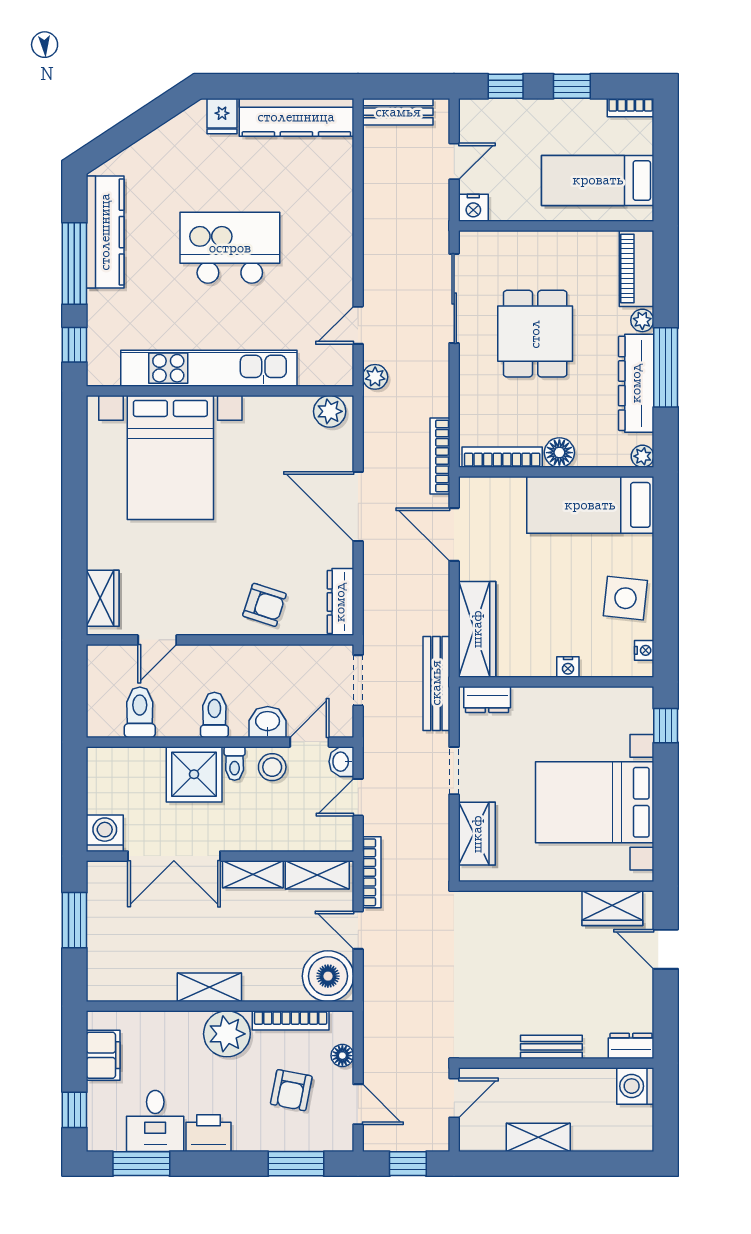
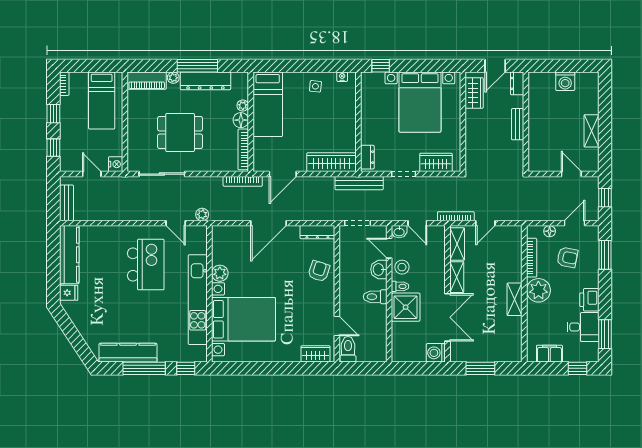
kitchen island: (230, 248) -> (146, 265), moved, turned 180
plant: (330, 411) -> (220, 273), moved
plant: (642, 456) -> (243, 106), moved
side table: (625, 598) -> (315, 86), width x0.54, depth x0.54
nightstand: (568, 667) -> (351, 116), removed
toilet: (140, 712) -> (348, 349), moved, turned 90
boiler: (328, 976) -> (509, 239), removed
dresser: (631, 1046) -> (517, 83), moved
bench: (551, 1047) -> (518, 124), moved
wall: (556, 1063) -> (526, 122), moved

